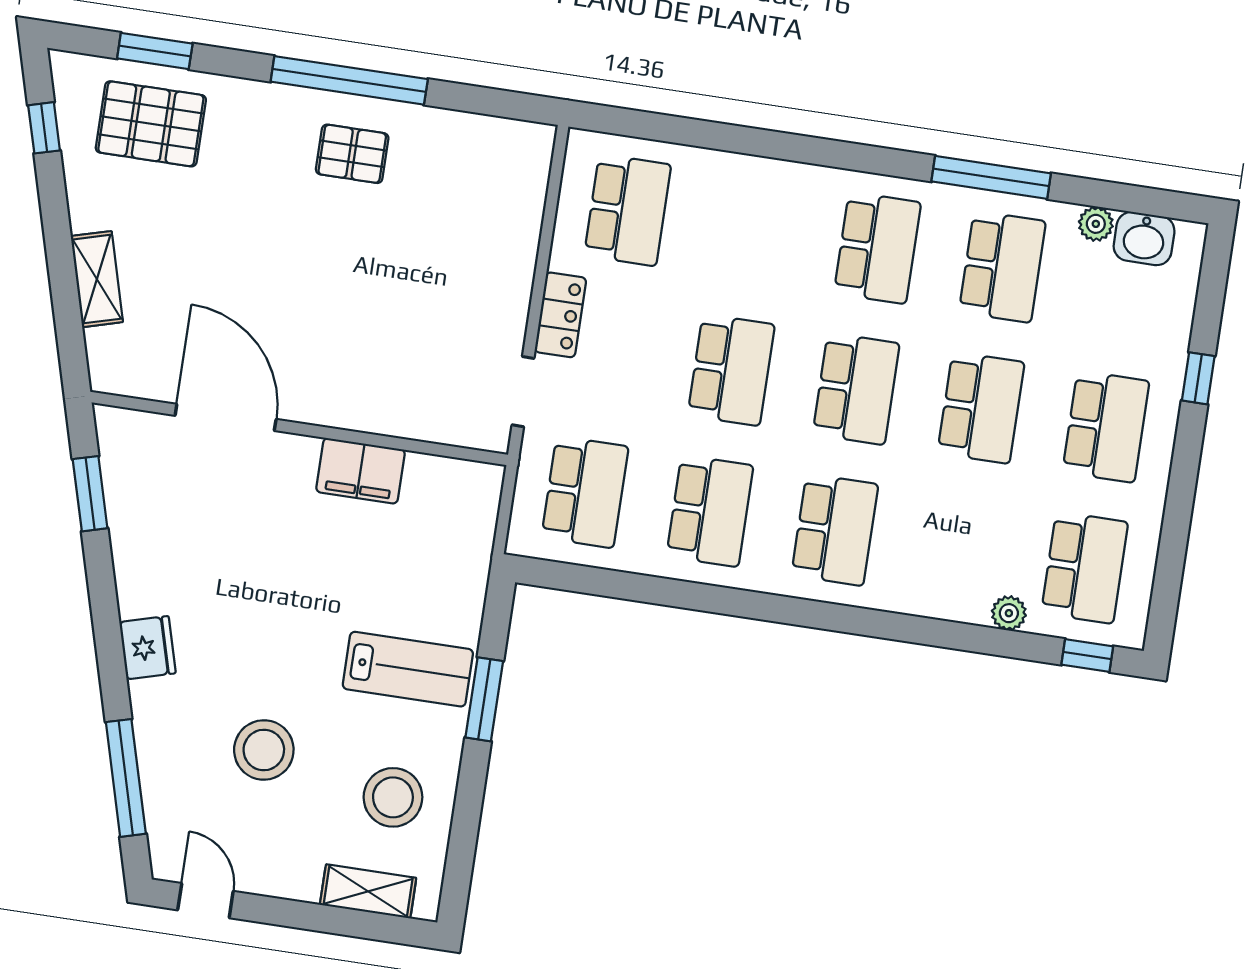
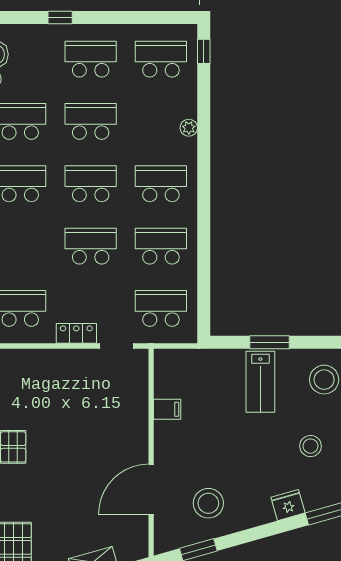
filing cabinet: (361, 471) -> (167, 409), width x0.50
stool: (180, 528) -> (208, 503), added
plant: (1009, 613) -> (189, 128), moved
fridge: (148, 648) -> (288, 505), moved
lab bench: (408, 669) -> (260, 382), turned 180
stool: (264, 750) -> (310, 446), width x0.73, depth x0.73

